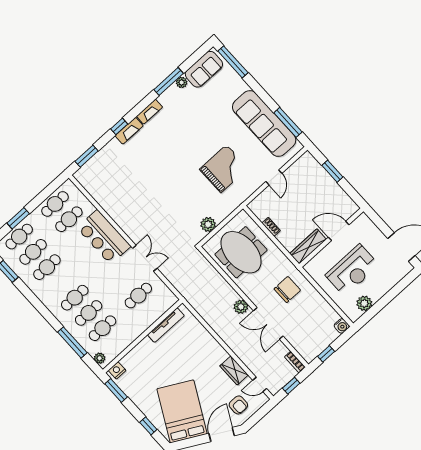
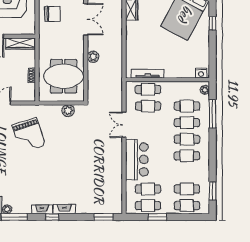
window: (119, 126) -> (52, 217), moved
grand piano: (224, 169) -> (29, 135), turned -108
window: (18, 218) -> (157, 217), moved
meeting table: (241, 252) -> (64, 76), turned 90
cafe table: (47, 267) -> (187, 156), moved
chair: (287, 290) -> (52, 14), moved, turned 180
plant: (241, 307) -> (93, 57), moved
cafe table: (152, 311) -> (148, 89), added
window: (116, 390) -> (213, 62), removed

